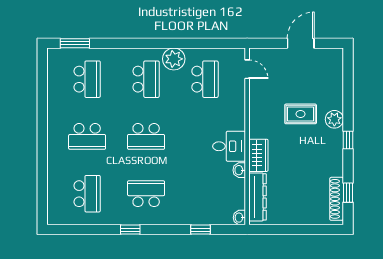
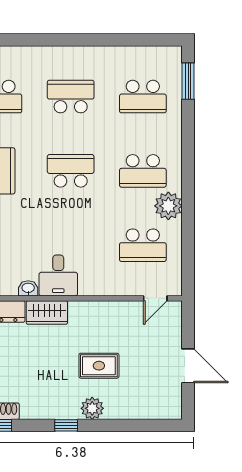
rug: (301, 114) -> (99, 366), turned 90
school desk: (87, 136) -> (71, 97), turned 90
school desk: (146, 136) -> (71, 171), turned 90

